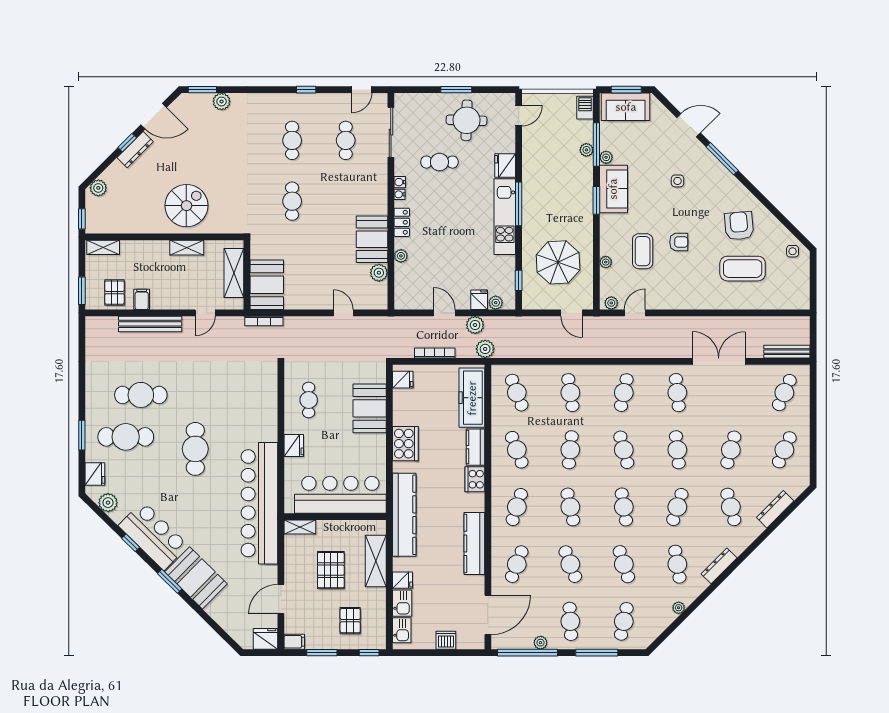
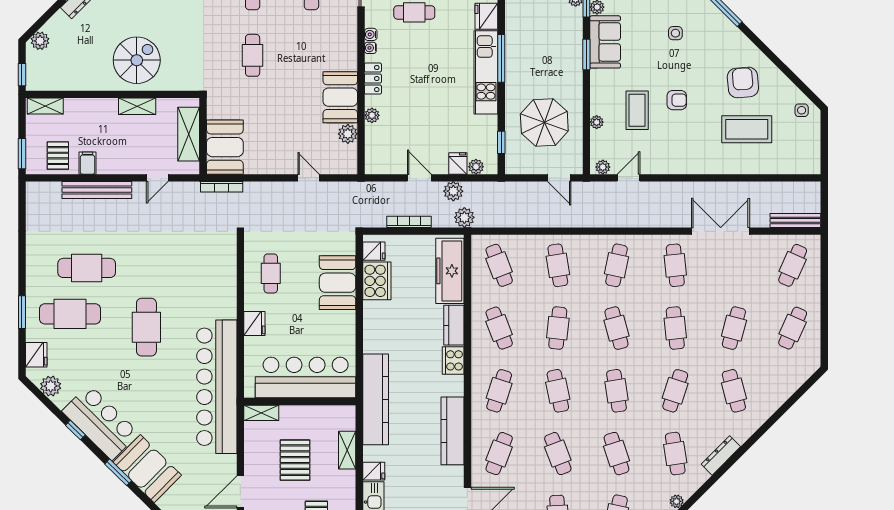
cooker: (405, 444) -> (377, 281), moved
dresser: (775, 509) -> (782, 393), removed
shelving: (376, 561) -> (347, 450), width x0.67, depth x0.75

